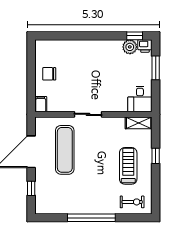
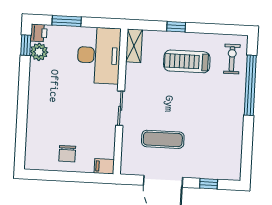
desk: (140, 99) -> (99, 55), width x1.87, depth x1.30
exercise mat: (65, 150) -> (163, 139), width x0.73, depth x0.69
window: (91, 218) -> (250, 85), moved

